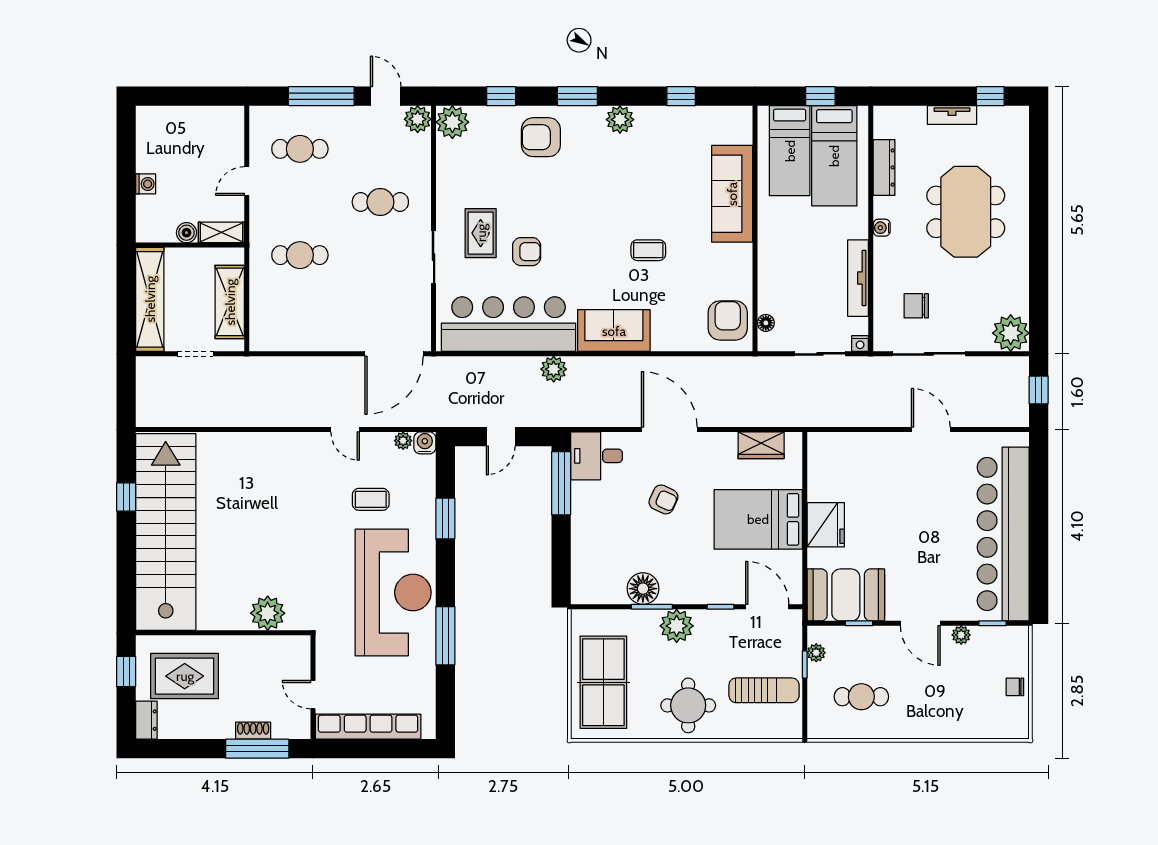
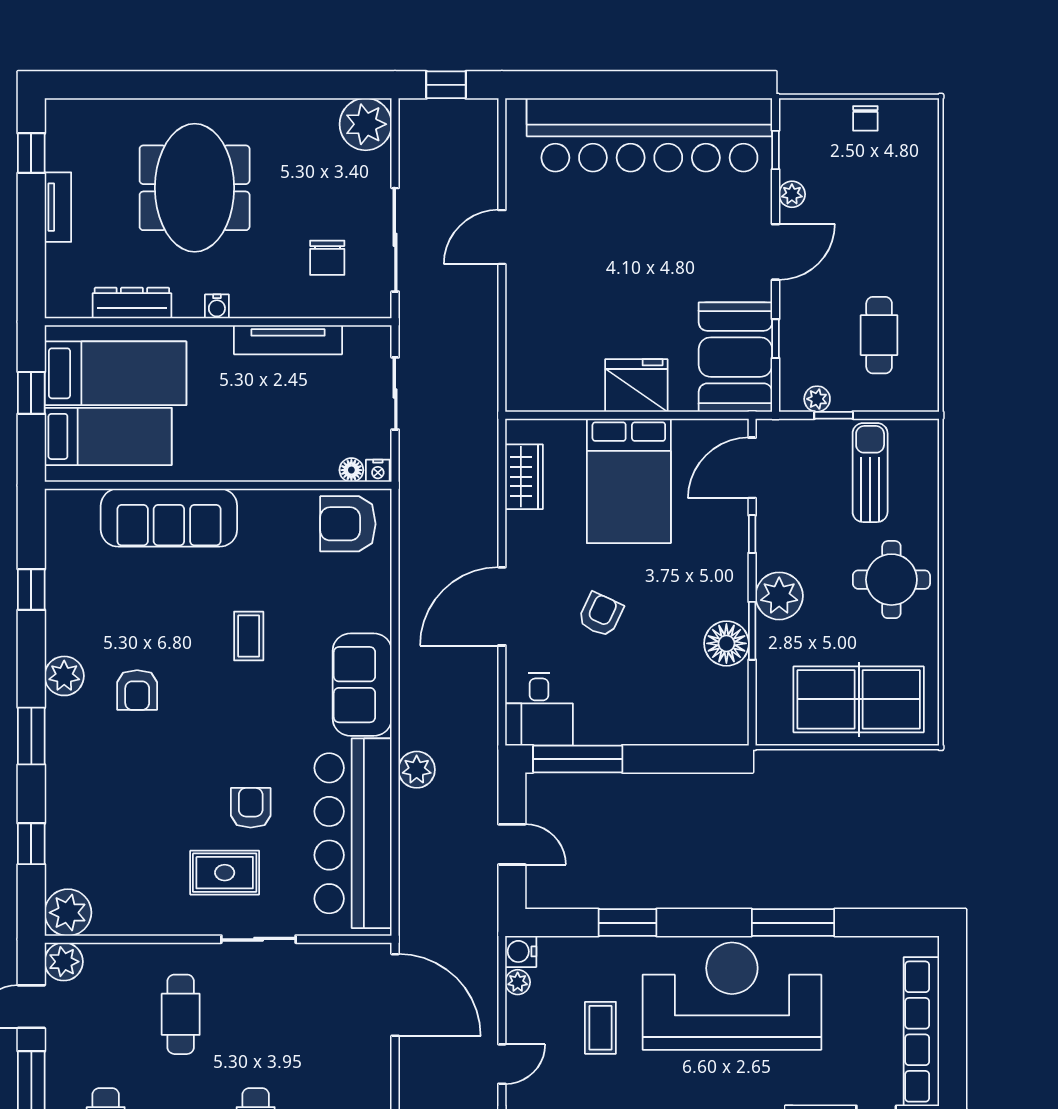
armchair: (541, 137) -> (137, 690), moved, width x0.72, depth x0.72
meeting table: (966, 212) -> (195, 188), turned 90
nightstand: (860, 344) -> (378, 471), moved, turned 90

